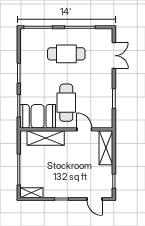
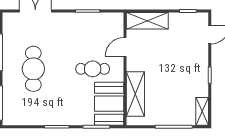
cafe table: (66, 103) -> (93, 69), width x0.73, depth x0.74

